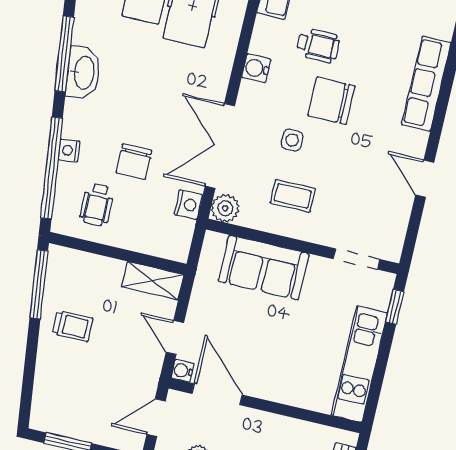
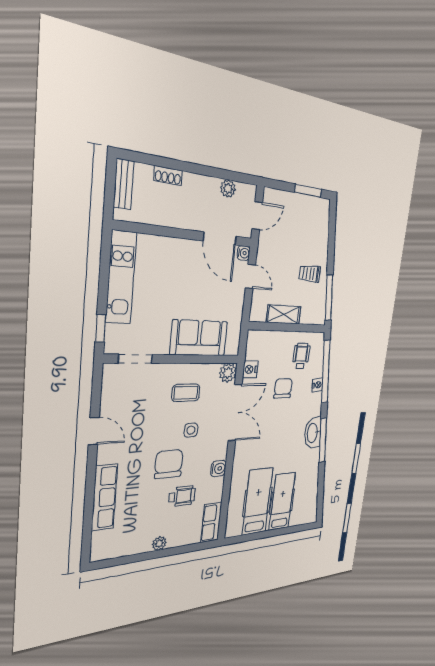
wheelchair: (318, 46) -> (182, 496), turned 180
chair: (331, 101) -> (169, 464), turned -90
shelving: (153, 281) -> (284, 314), moved

